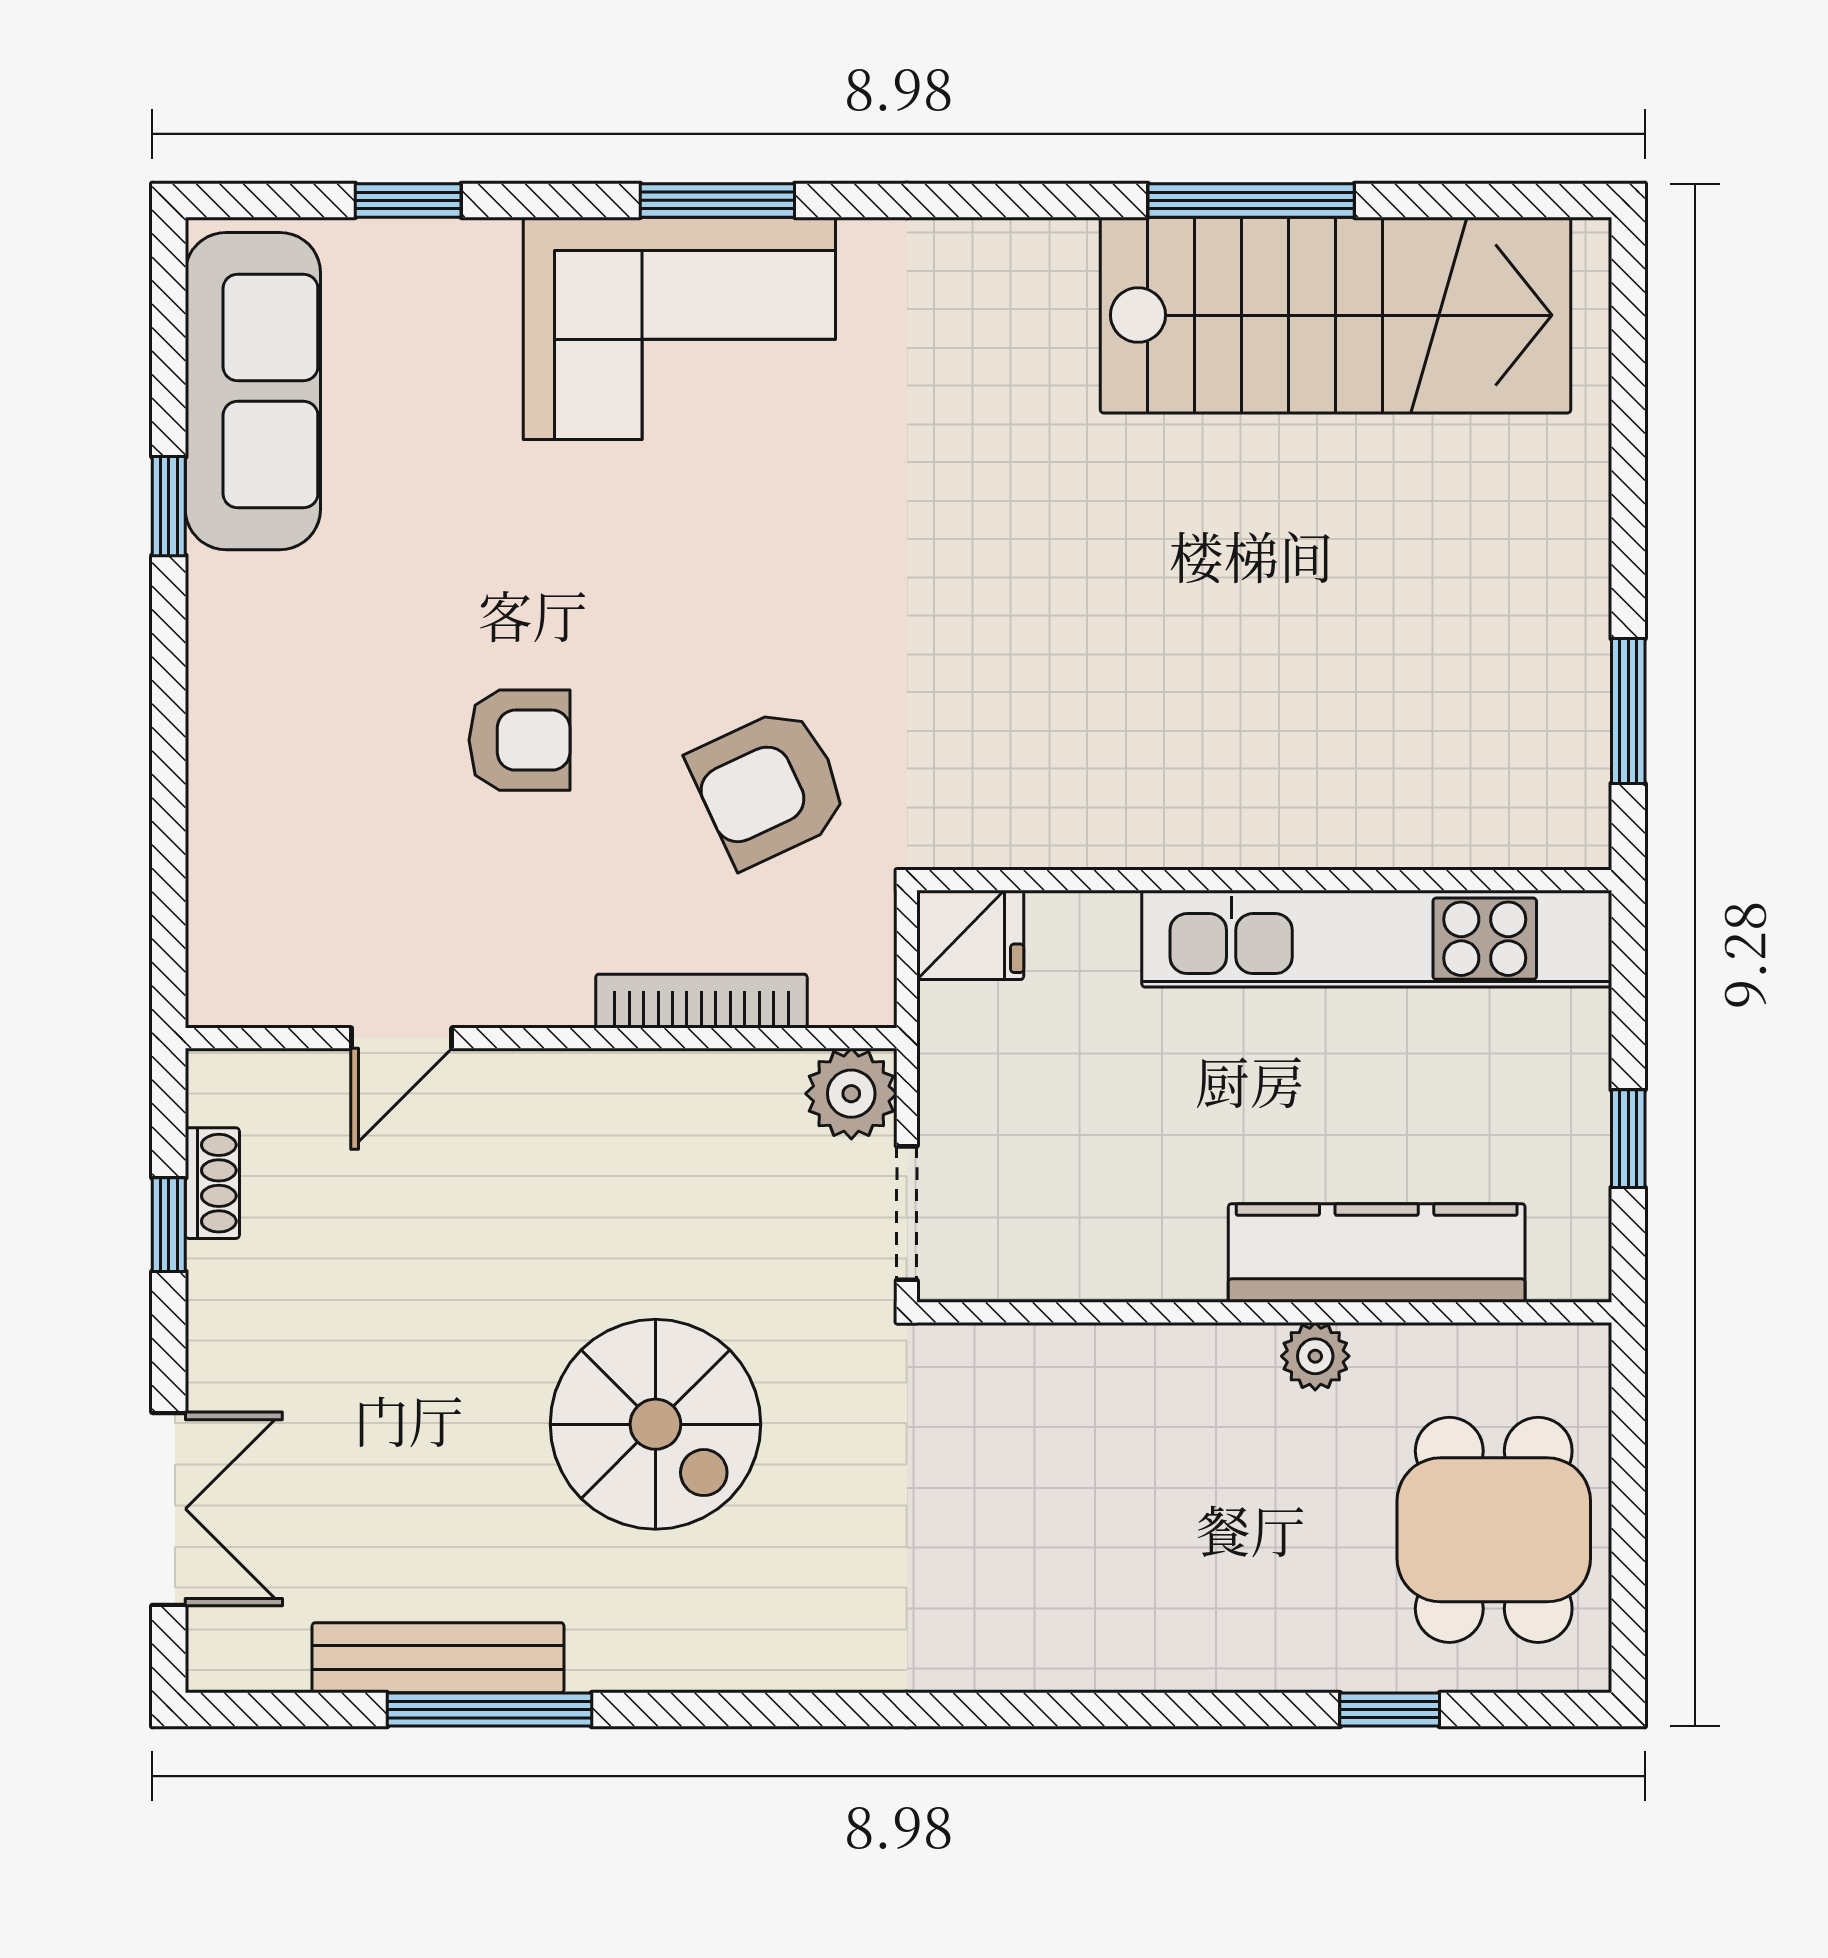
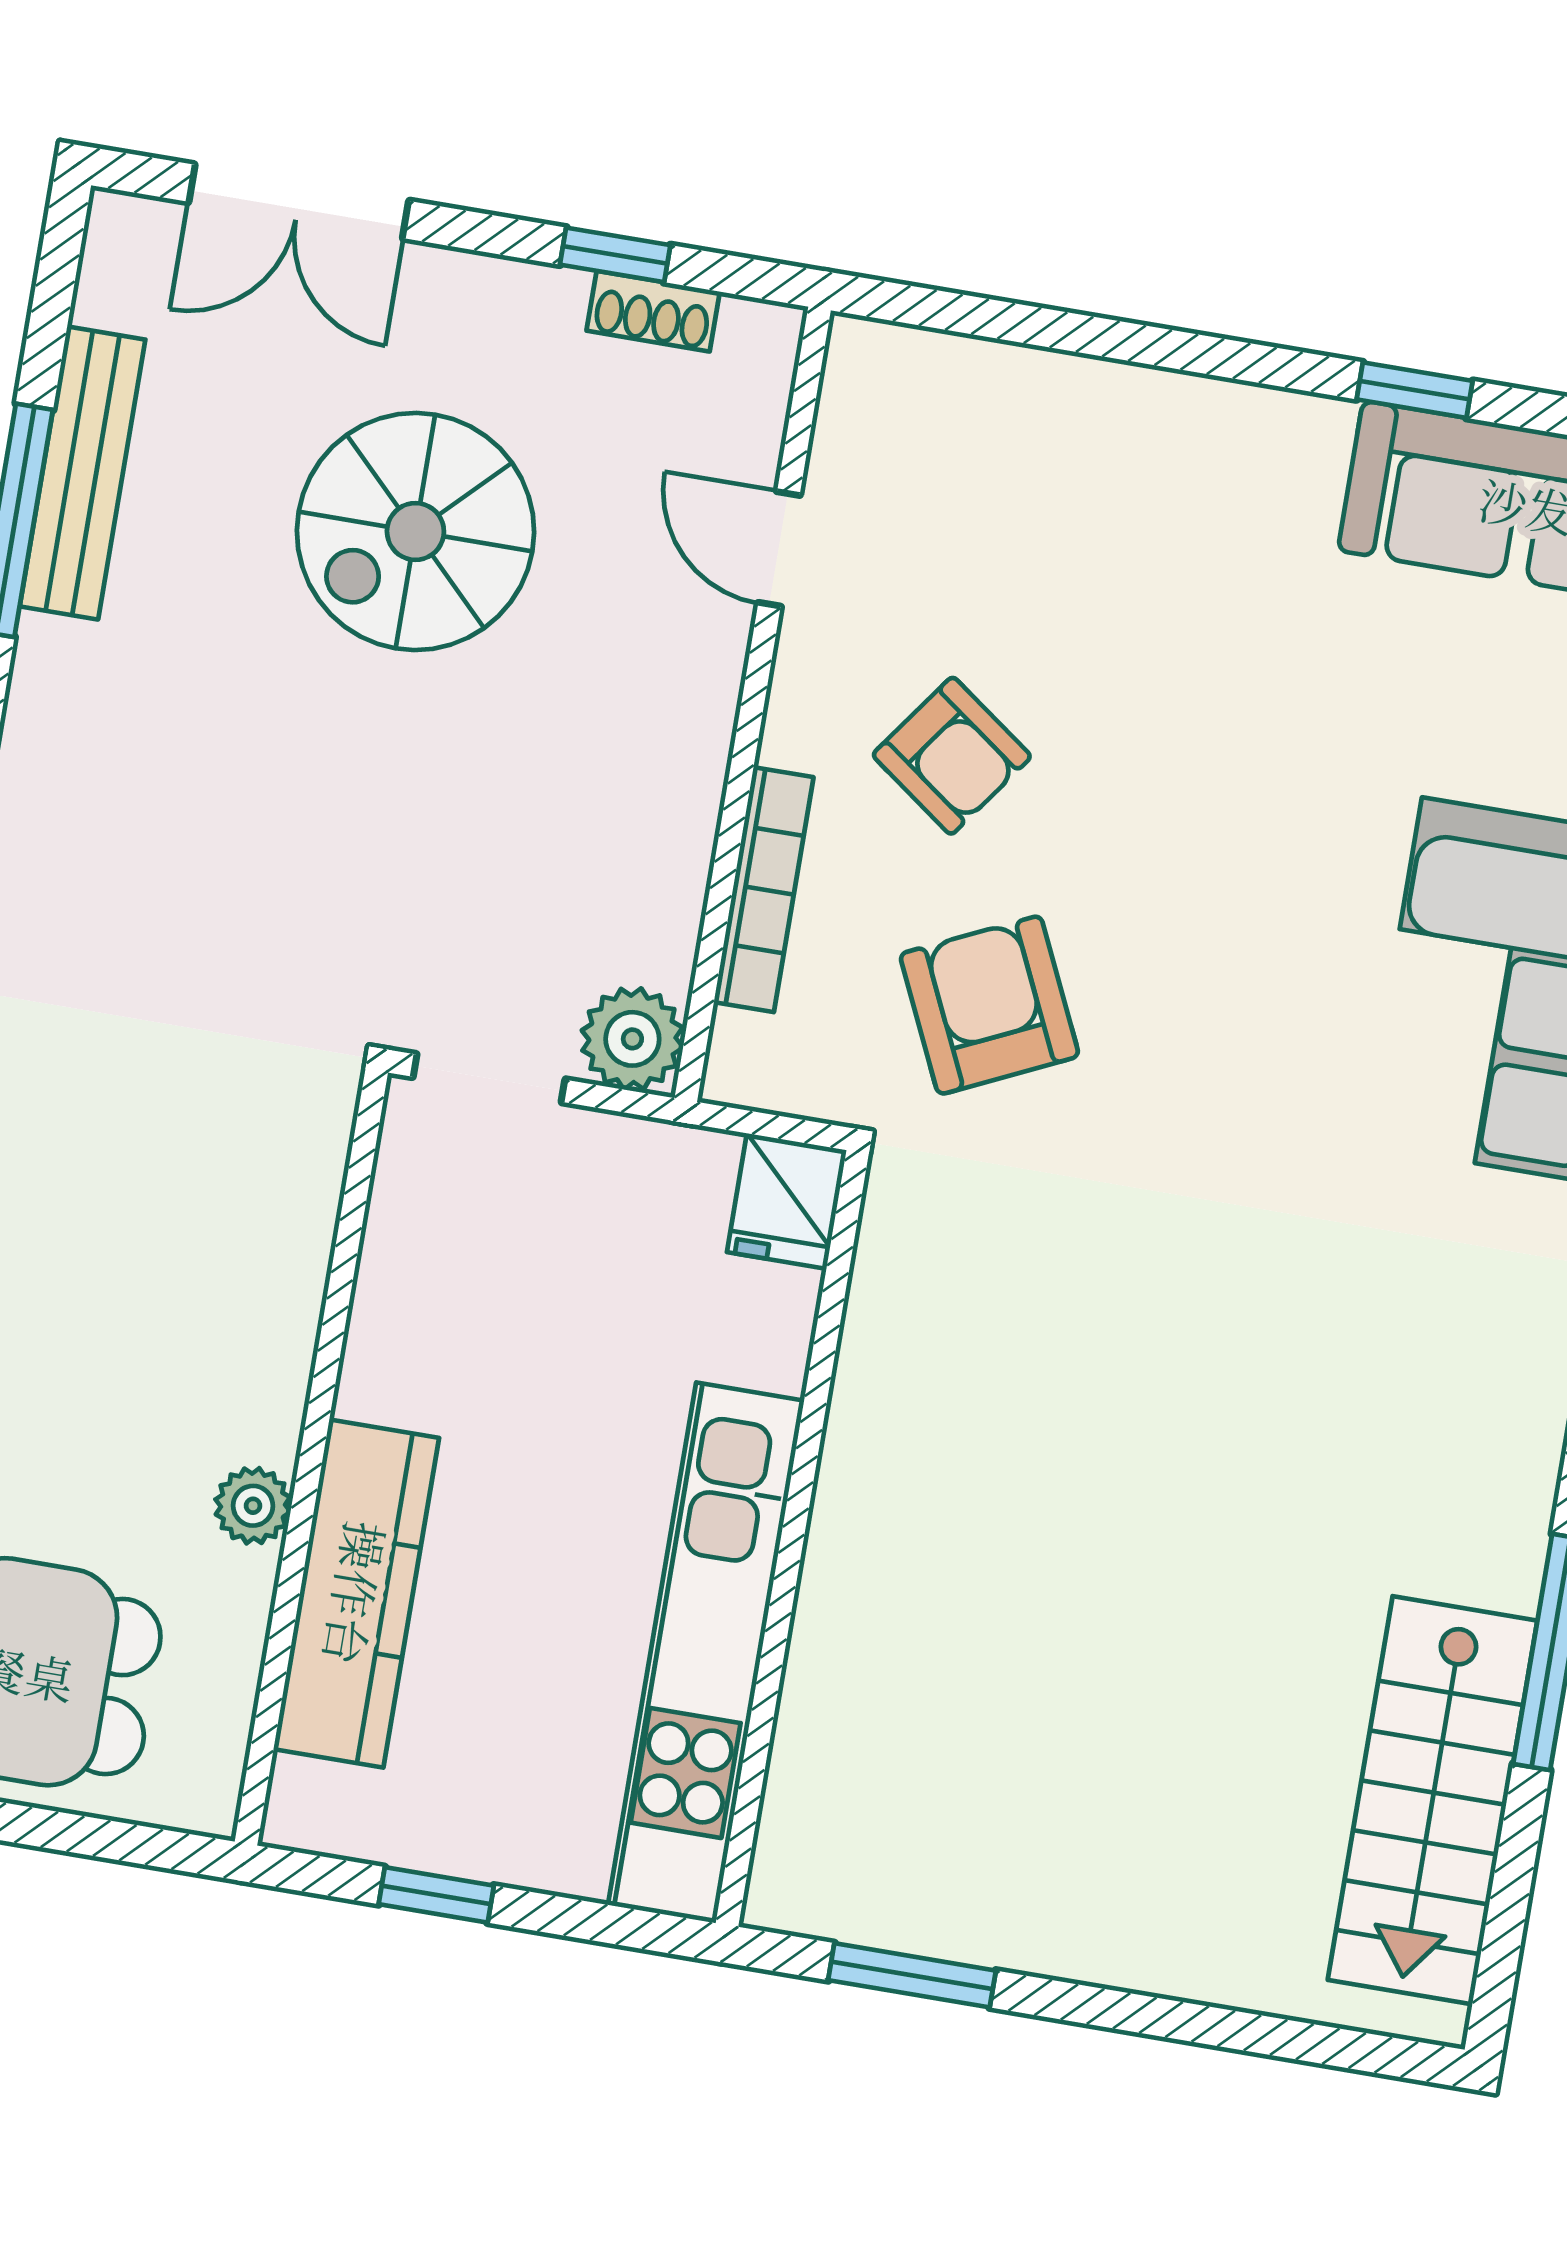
stairs: (1336, 315) -> (1432, 1800), width x0.73, depth x0.66
armchair: (520, 740) -> (952, 756), moved, turned -54
spiral stairs: (655, 1424) -> (415, 531), moved

